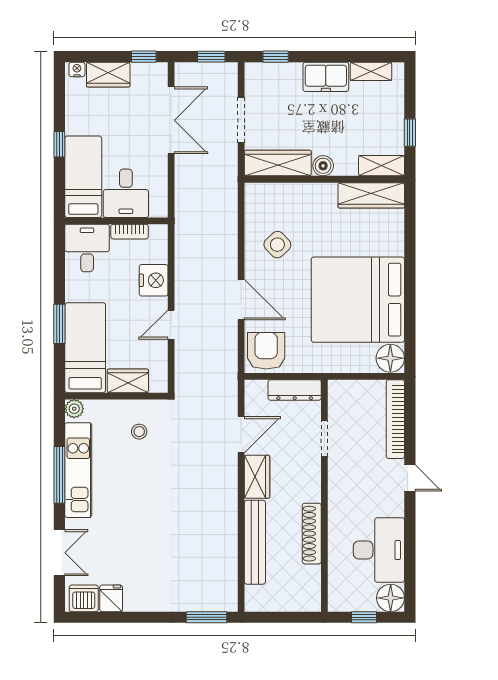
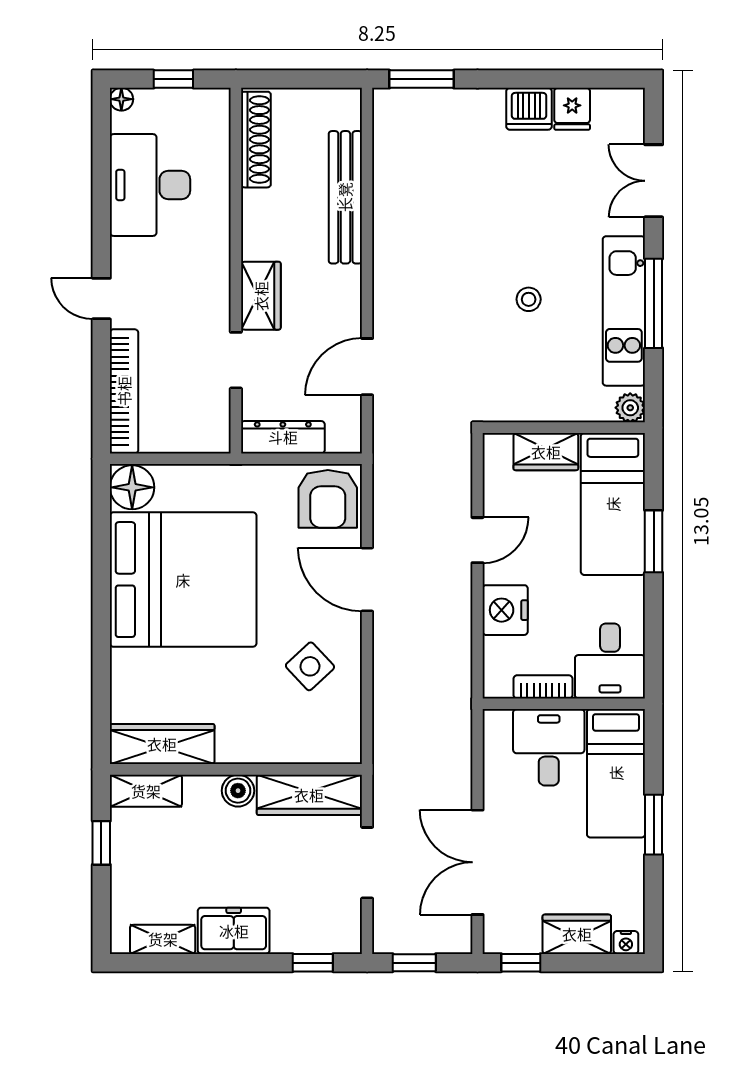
window: (59, 144) -> (654, 825), width x1.50
stool: (139, 432) -> (529, 299), moved
wardrobe: (257, 477) -> (261, 296), moved, turned 180
shoe rack: (312, 534) -> (256, 140), moved
dishwasher: (84, 598) -> (529, 109), moved
floor lamp: (391, 598) -> (121, 99), width x0.53, depth x0.53

